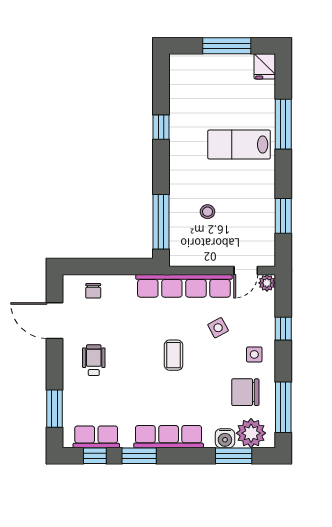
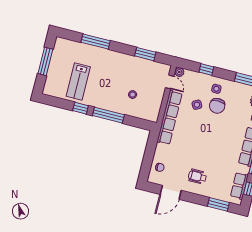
fridge: (265, 66) -> (62, 44), removed
lab bench: (239, 144) -> (78, 82), moved
window: (161, 222) -> (108, 115), moved
coffee table: (174, 355) -> (206, 133), removed
chair: (245, 392) -> (217, 106), moved

